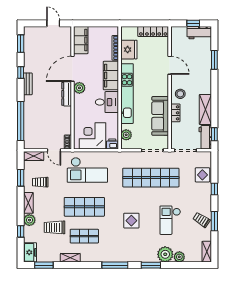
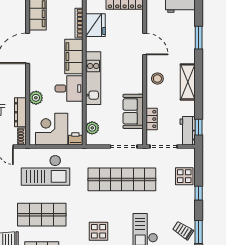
plant: (79, 88) -> (36, 98), moved
dresser: (67, 94) -> (20, 112), moved
kitchen unit: (127, 94) -> (93, 78), width x0.73
shelving: (205, 109) -> (188, 82), moved
locker: (175, 113) -> (152, 119), moved
sofa: (160, 116) -> (133, 111), width x0.73

